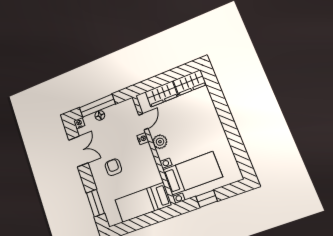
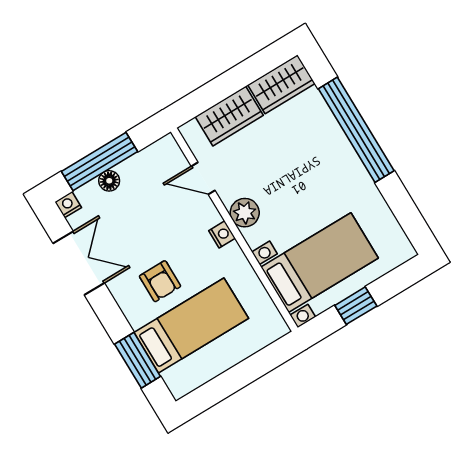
window: (223, 110) -> (356, 130), added
door: (143, 122) -> (203, 178), swing flipped
nightstand: (143, 139) -> (222, 234), moved
armchair: (113, 167) -> (160, 281), turned 180
bed: (143, 202) -> (191, 325), moved, turned 180

